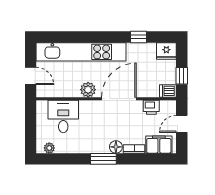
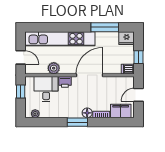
window: (138, 37) -> (105, 27), width x2.17
plant: (88, 90) -> (54, 68), moved
printer: (151, 107) -> (65, 82), moved
window: (31, 120) -> (21, 91), added

